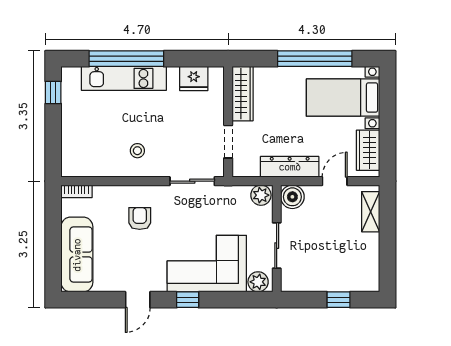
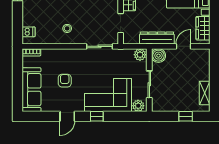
dishwasher: (72, 156) -> (28, 32), added
shelving: (371, 212) -> (205, 93), moved
armchair: (140, 219) -> (65, 81), moved

